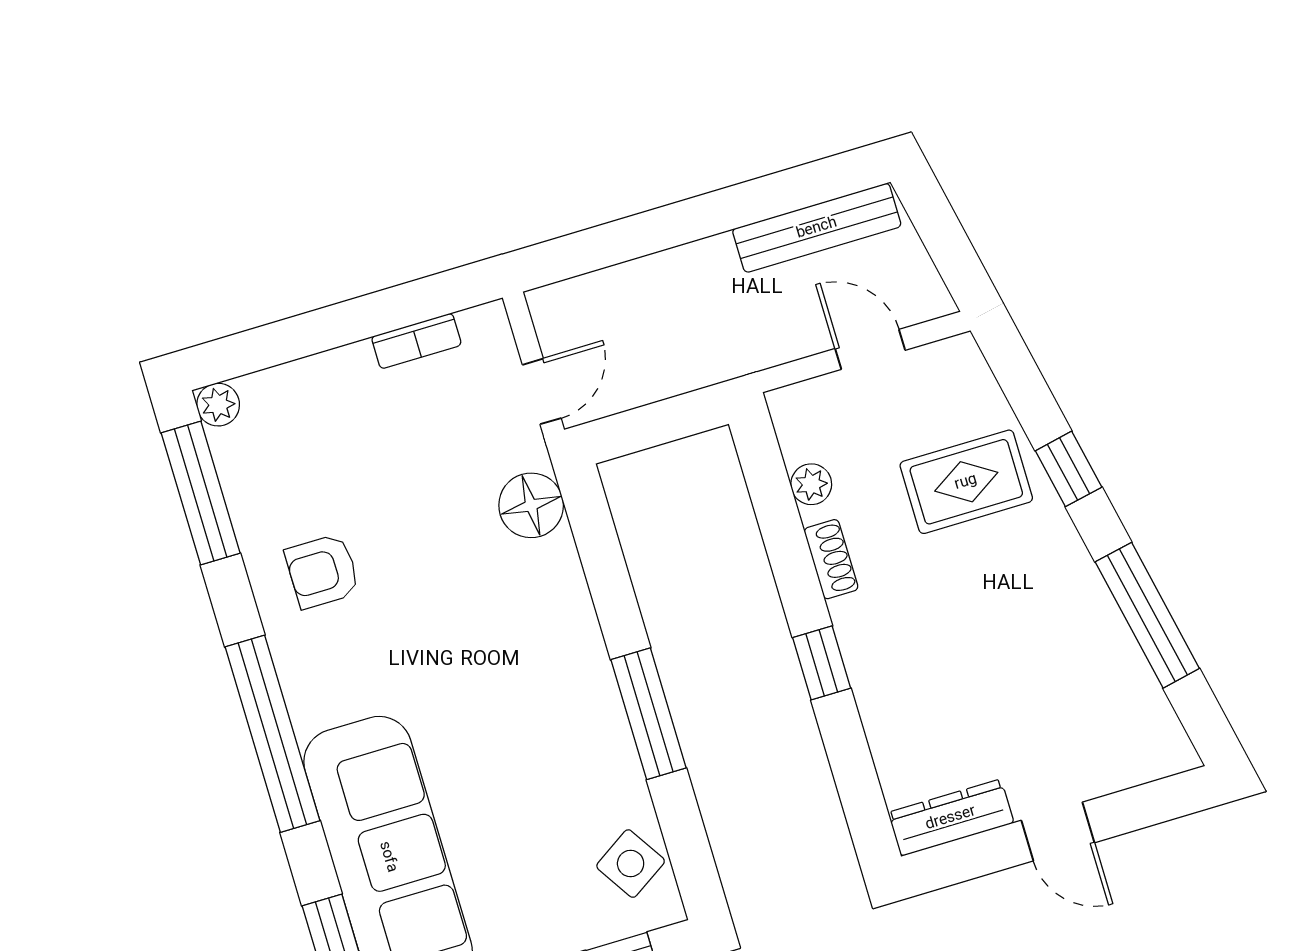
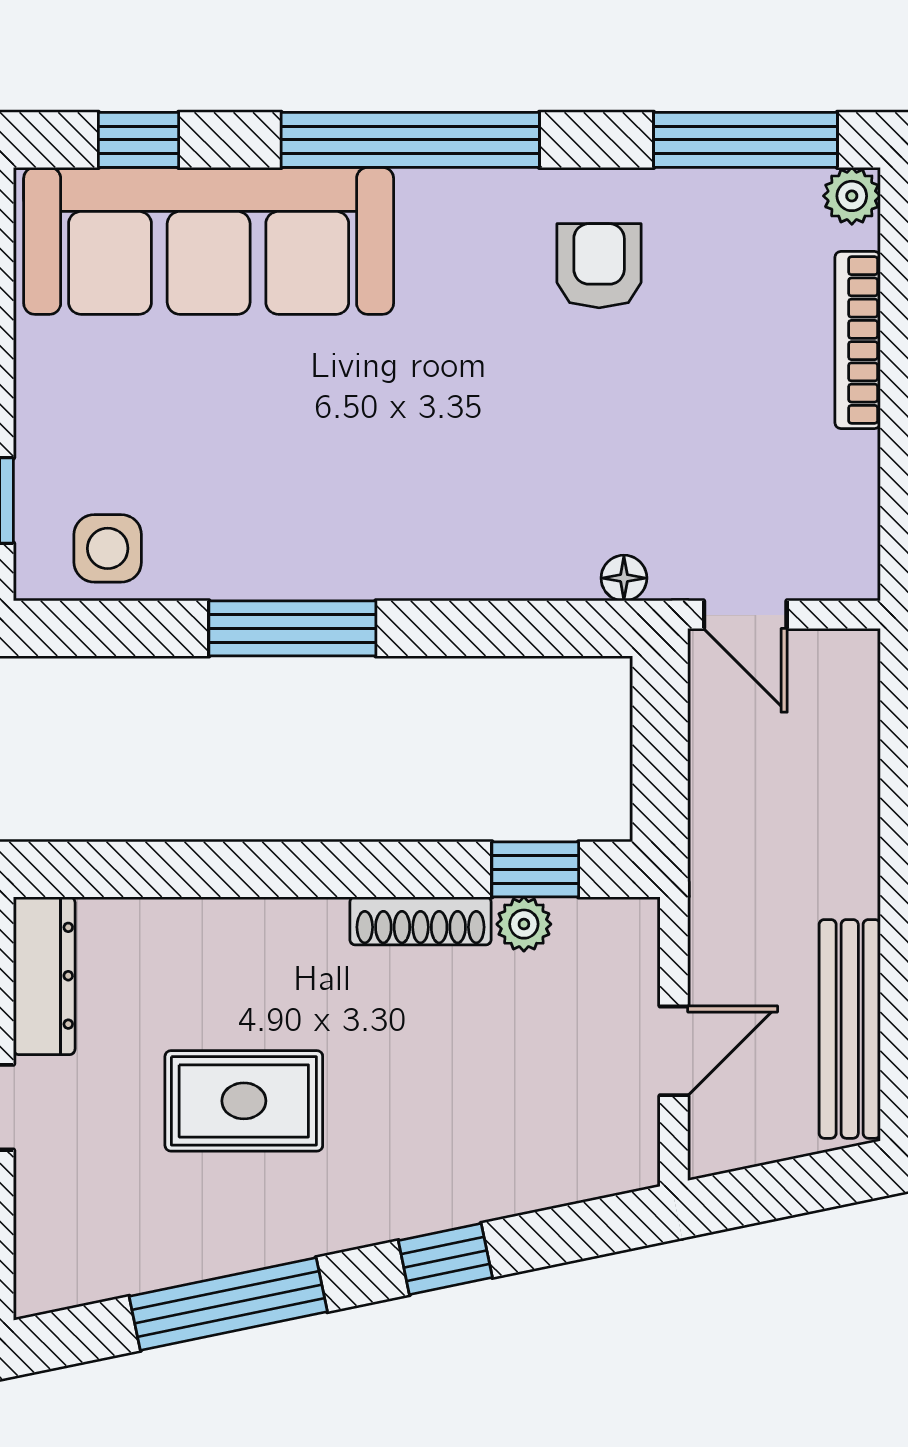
bookcase: (416, 341) -> (858, 340), moved, width x1.56
rug: (966, 482) -> (244, 1101), moved, turned 90
floor lamp: (531, 505) -> (624, 578), width x0.53, depth x0.53
shoe rack: (831, 559) -> (421, 921), width x1.43
window: (822, 663) -> (535, 869), moved
side table: (631, 864) -> (108, 548), turned 33

